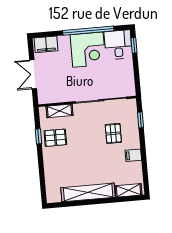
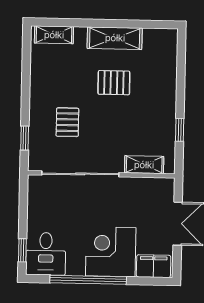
corner desk: (88, 50) -> (111, 252), moved
pallet: (55, 138) -> (114, 83), moved
filing cabinet: (133, 155) -> (41, 86), removed
shelving: (88, 192) -> (115, 38), width x0.68

